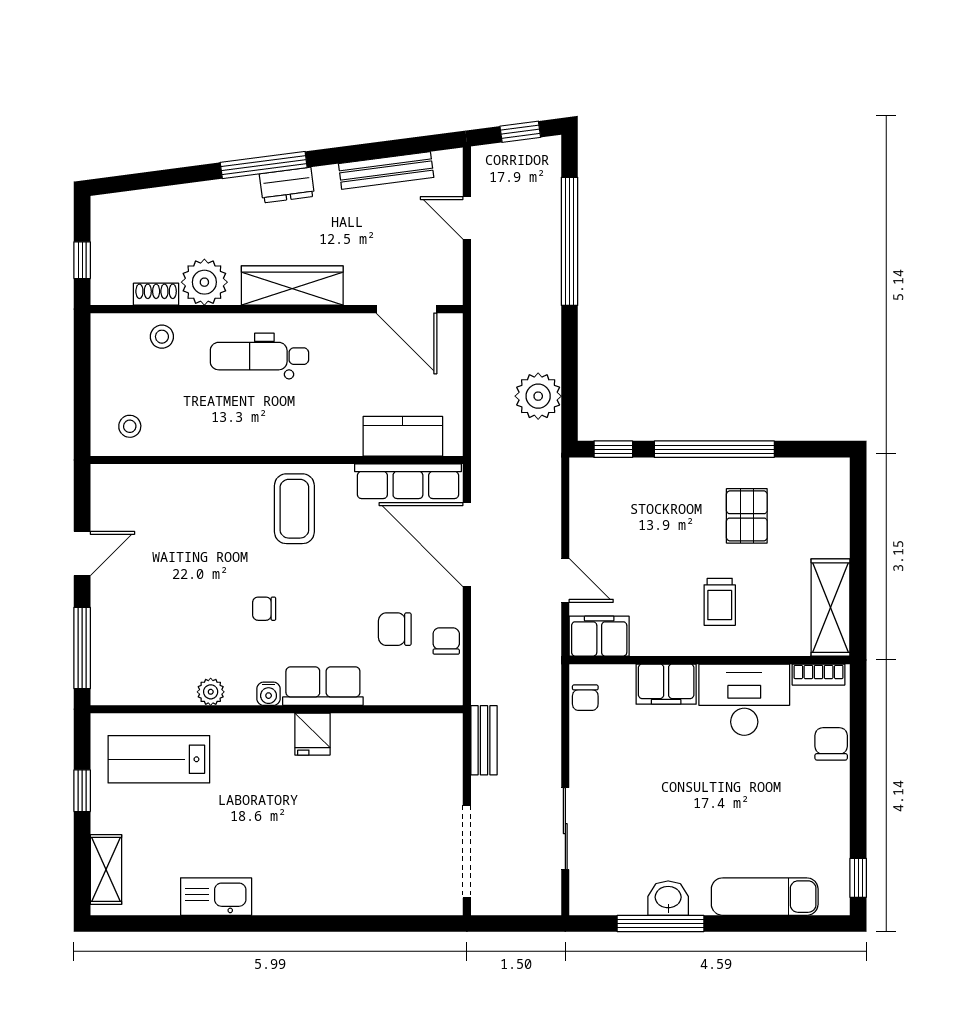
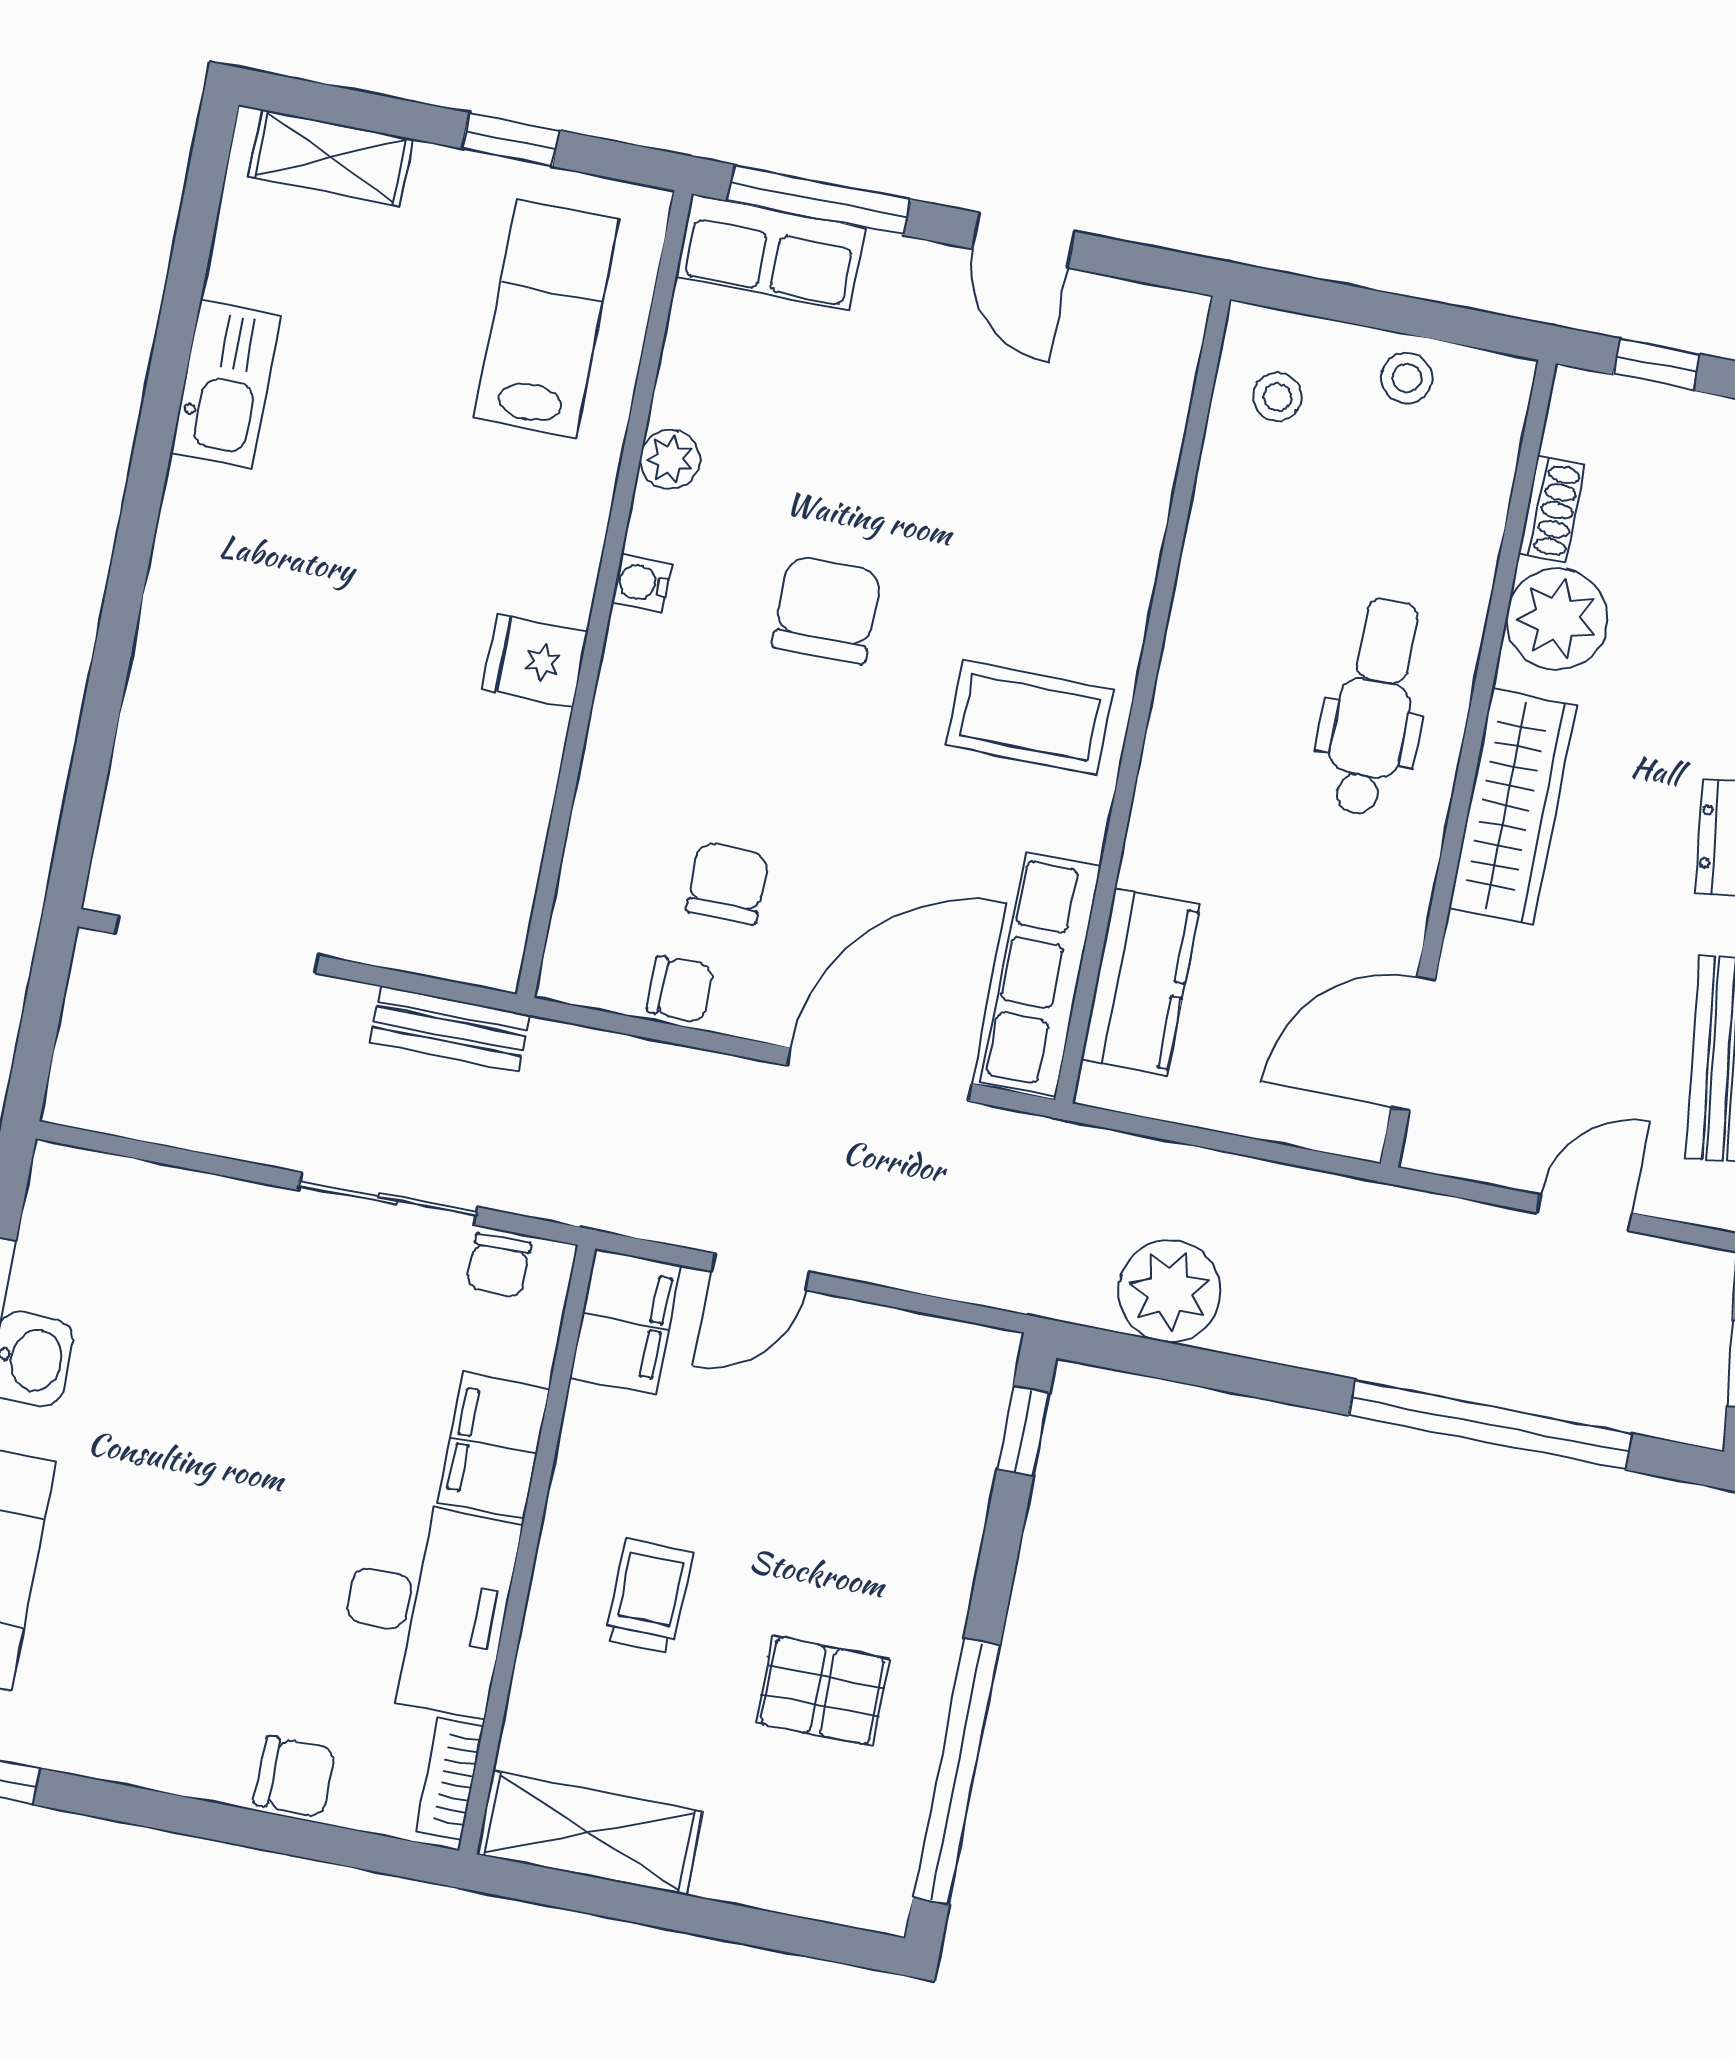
stool: (162, 337) -> (1407, 378), moved
window: (714, 449) -> (956, 1772), moved
trolley: (720, 602) -> (649, 1596), turned 91
chair: (264, 609) -> (827, 610), width x1.87, depth x1.87
row of seats: (323, 686) -> (770, 252), moved, turned 90
chair: (585, 698) -> (499, 1265), turned -90
sliding door: (565, 829) -> (388, 1199), moved

